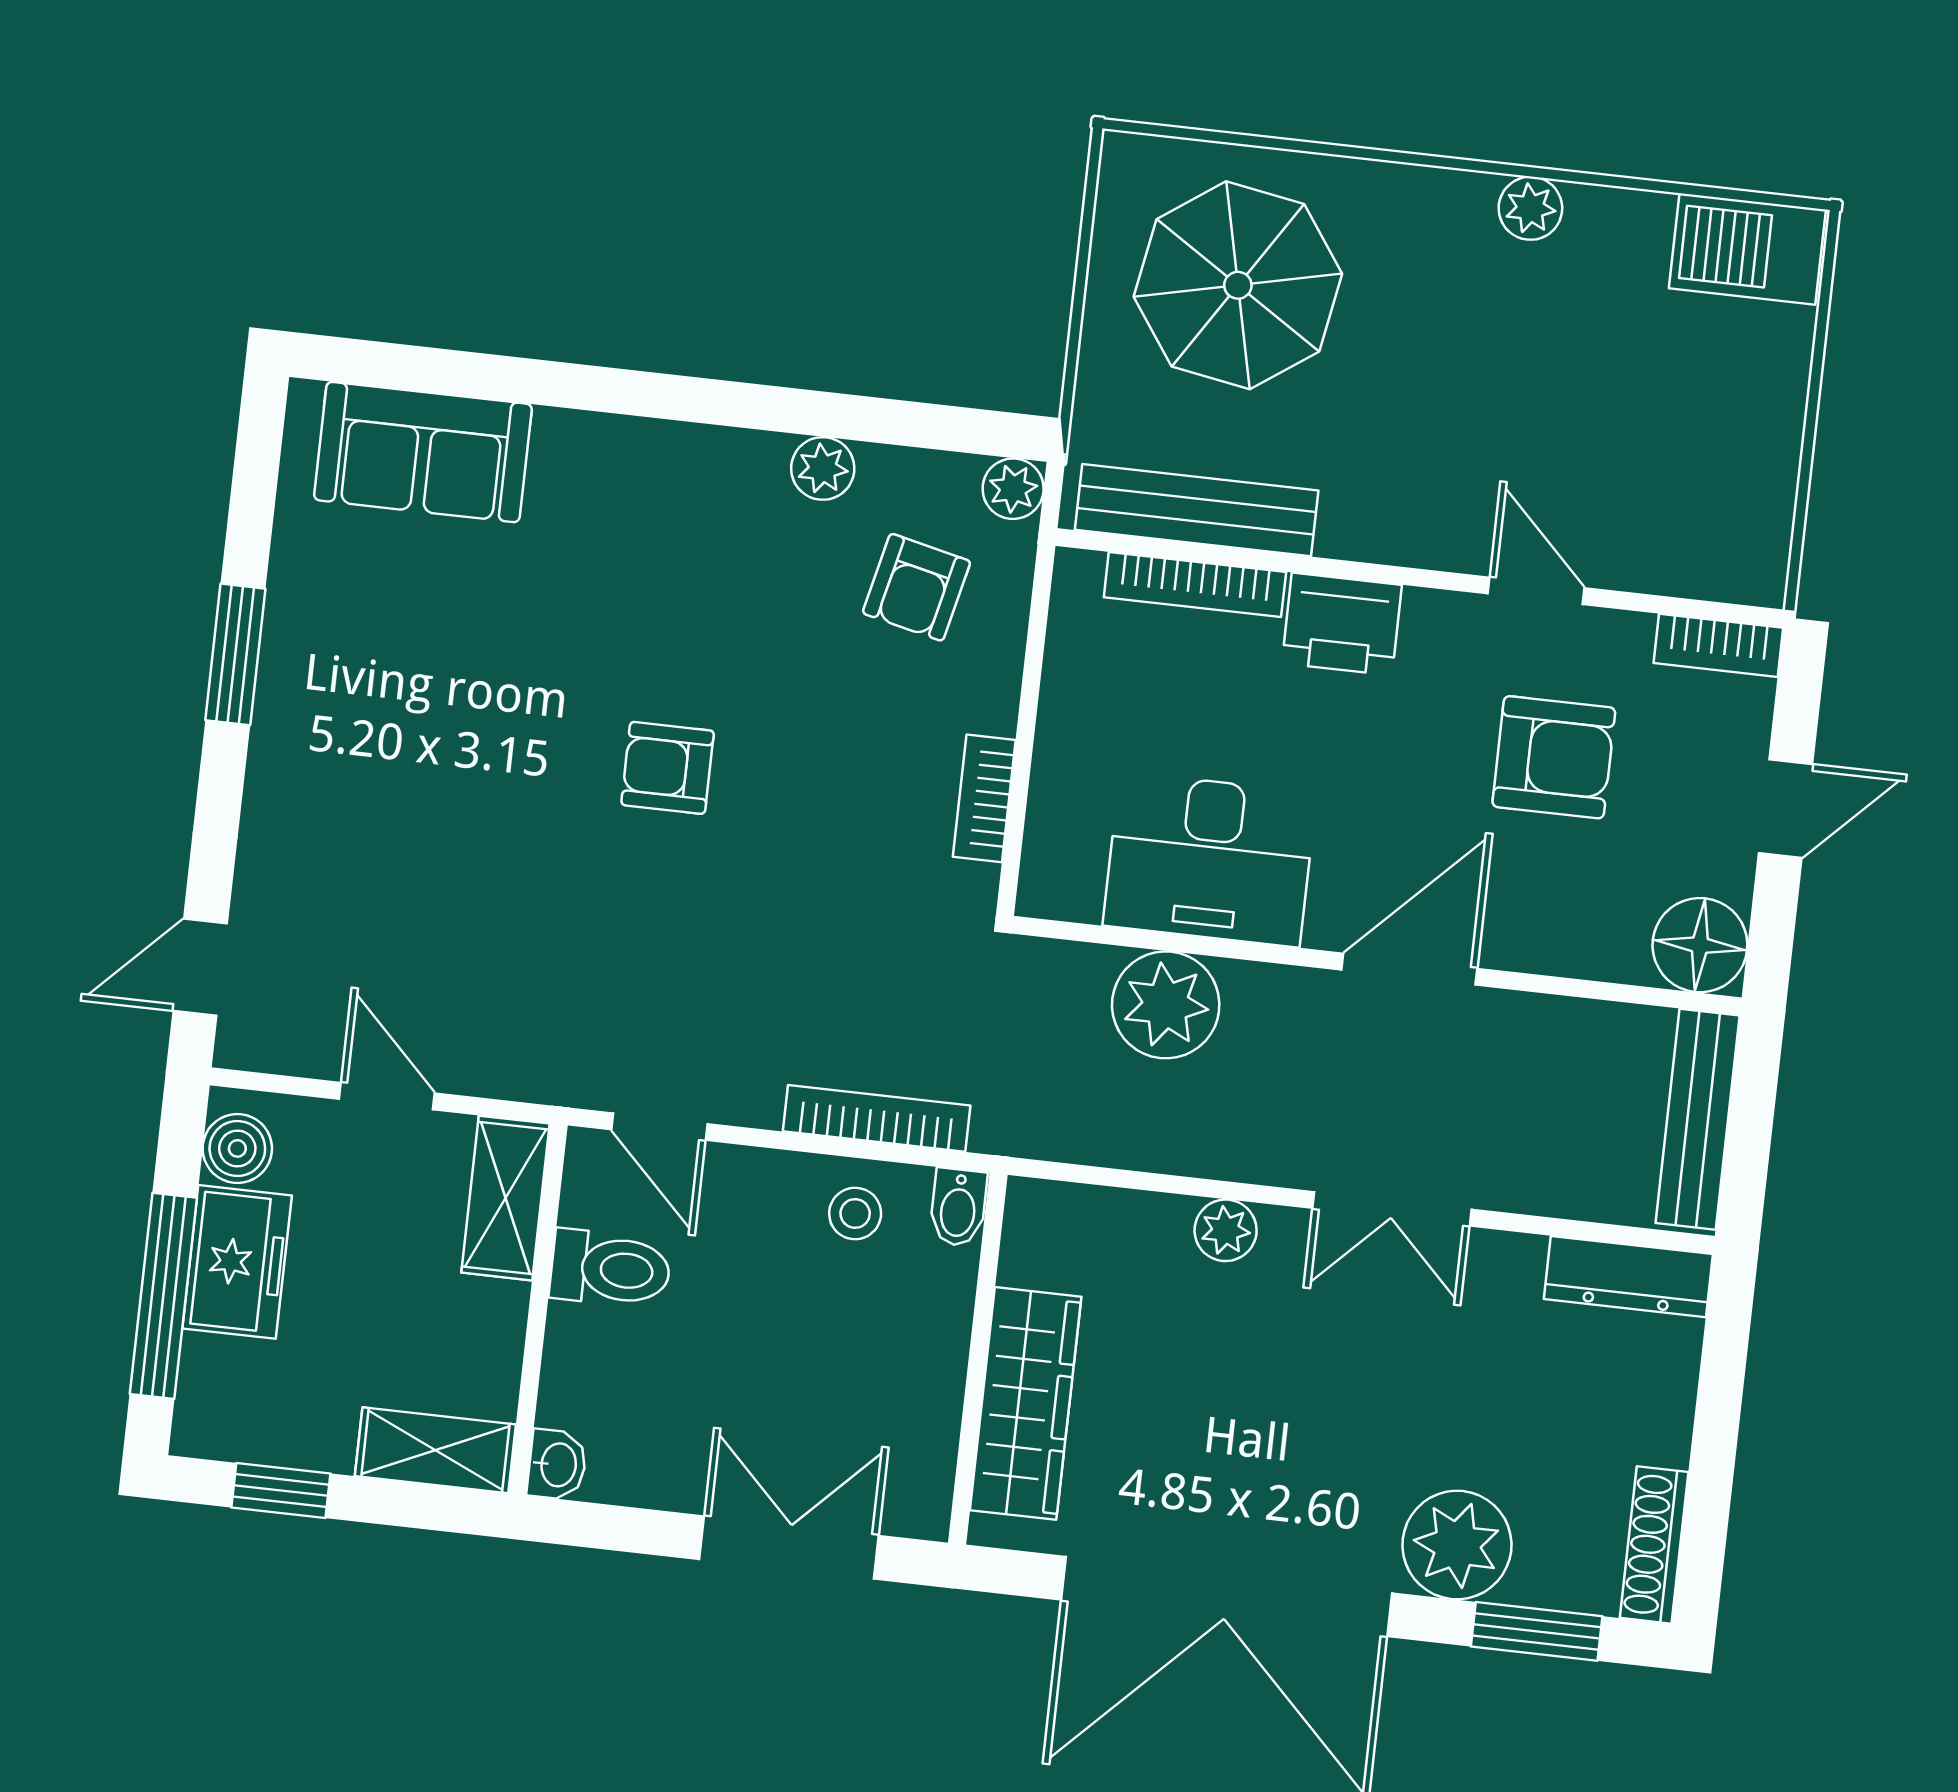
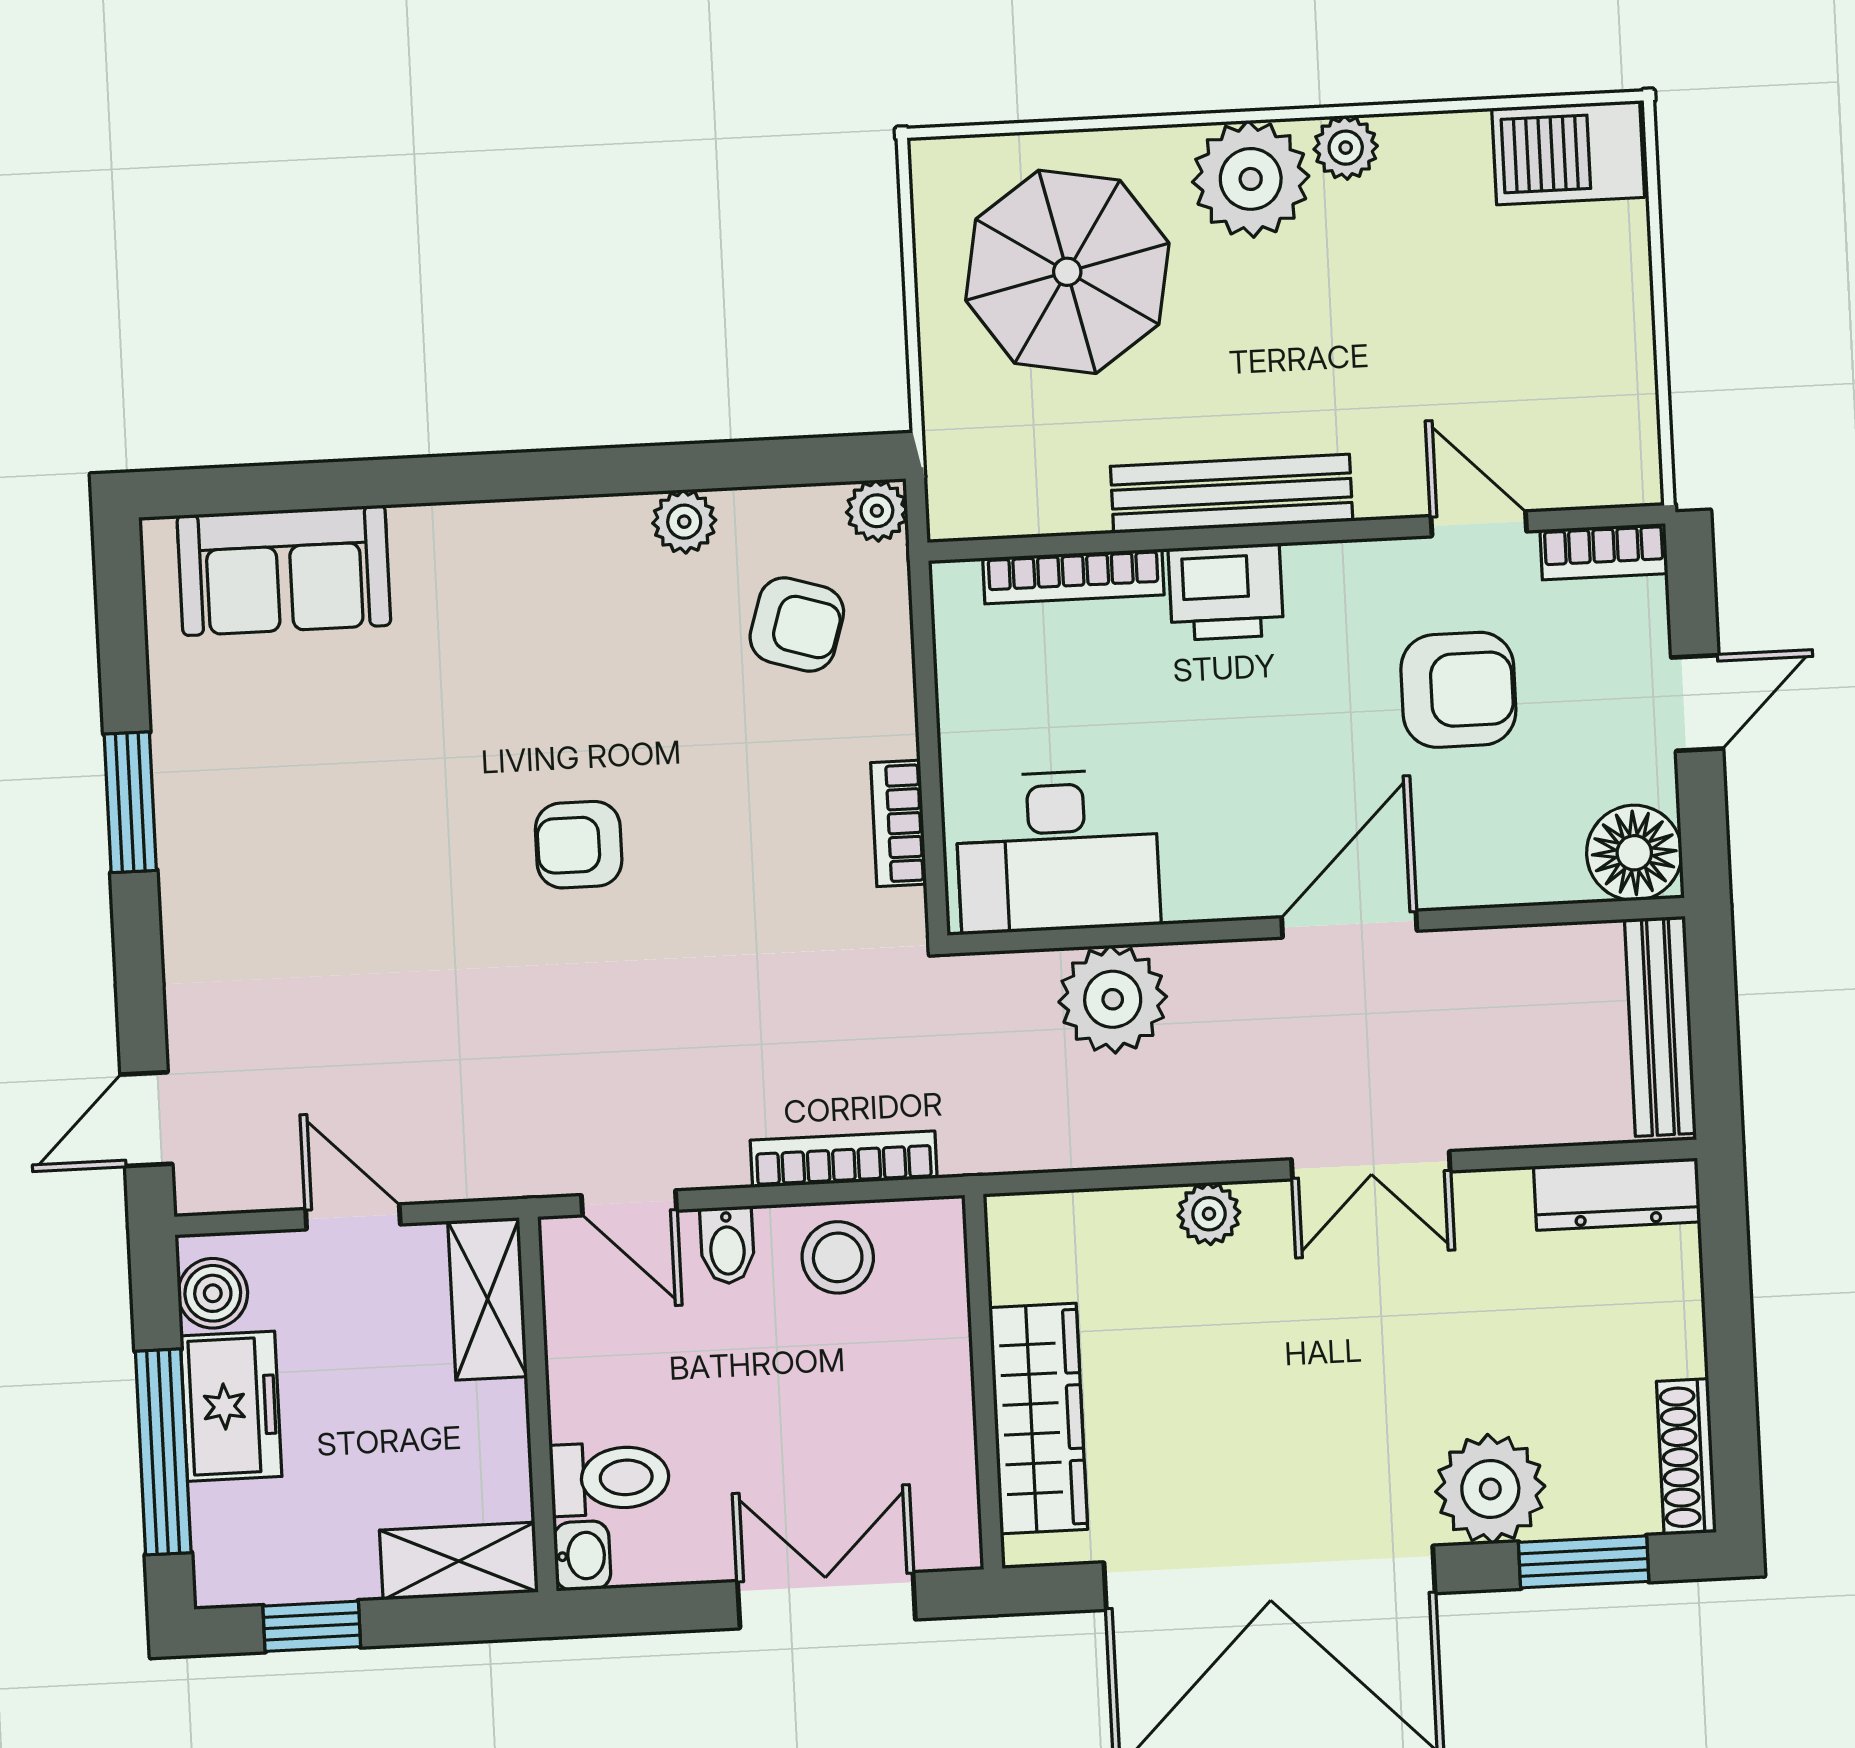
plant: (1432, 224) -> (1251, 179), added
bench: (1197, 510) -> (1232, 494), moved
armchair: (917, 587) -> (797, 624), turned -86
door: (1536, 591) -> (1479, 524), moved
desk: (1210, 859) -> (1058, 851), moved
bidet: (958, 1207) -> (727, 1245), moved
stool: (855, 1214) -> (838, 1257), width x1.37, depth x1.37
toilet: (610, 1269) -> (610, 1478), moved

